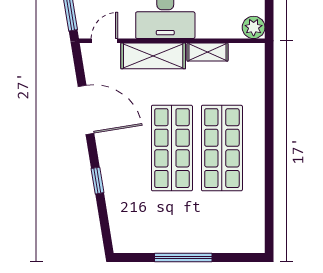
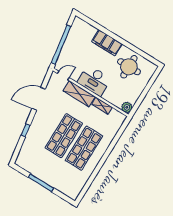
door: (86, 110) -> (39, 99), swing flipped

